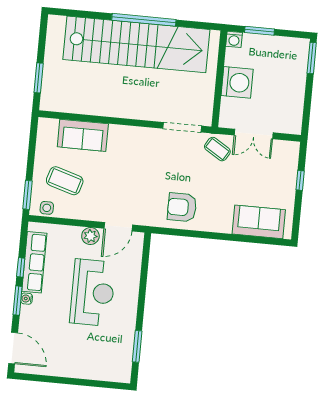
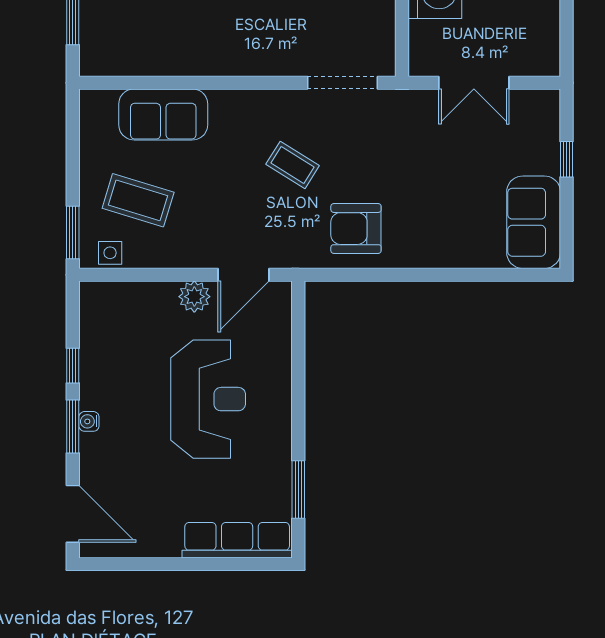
coffee table: (217, 149) -> (293, 165), moved
sofa: (259, 222) -> (534, 222), moved, turned -90
row of seats: (34, 262) -> (237, 540), moved, turned -90

